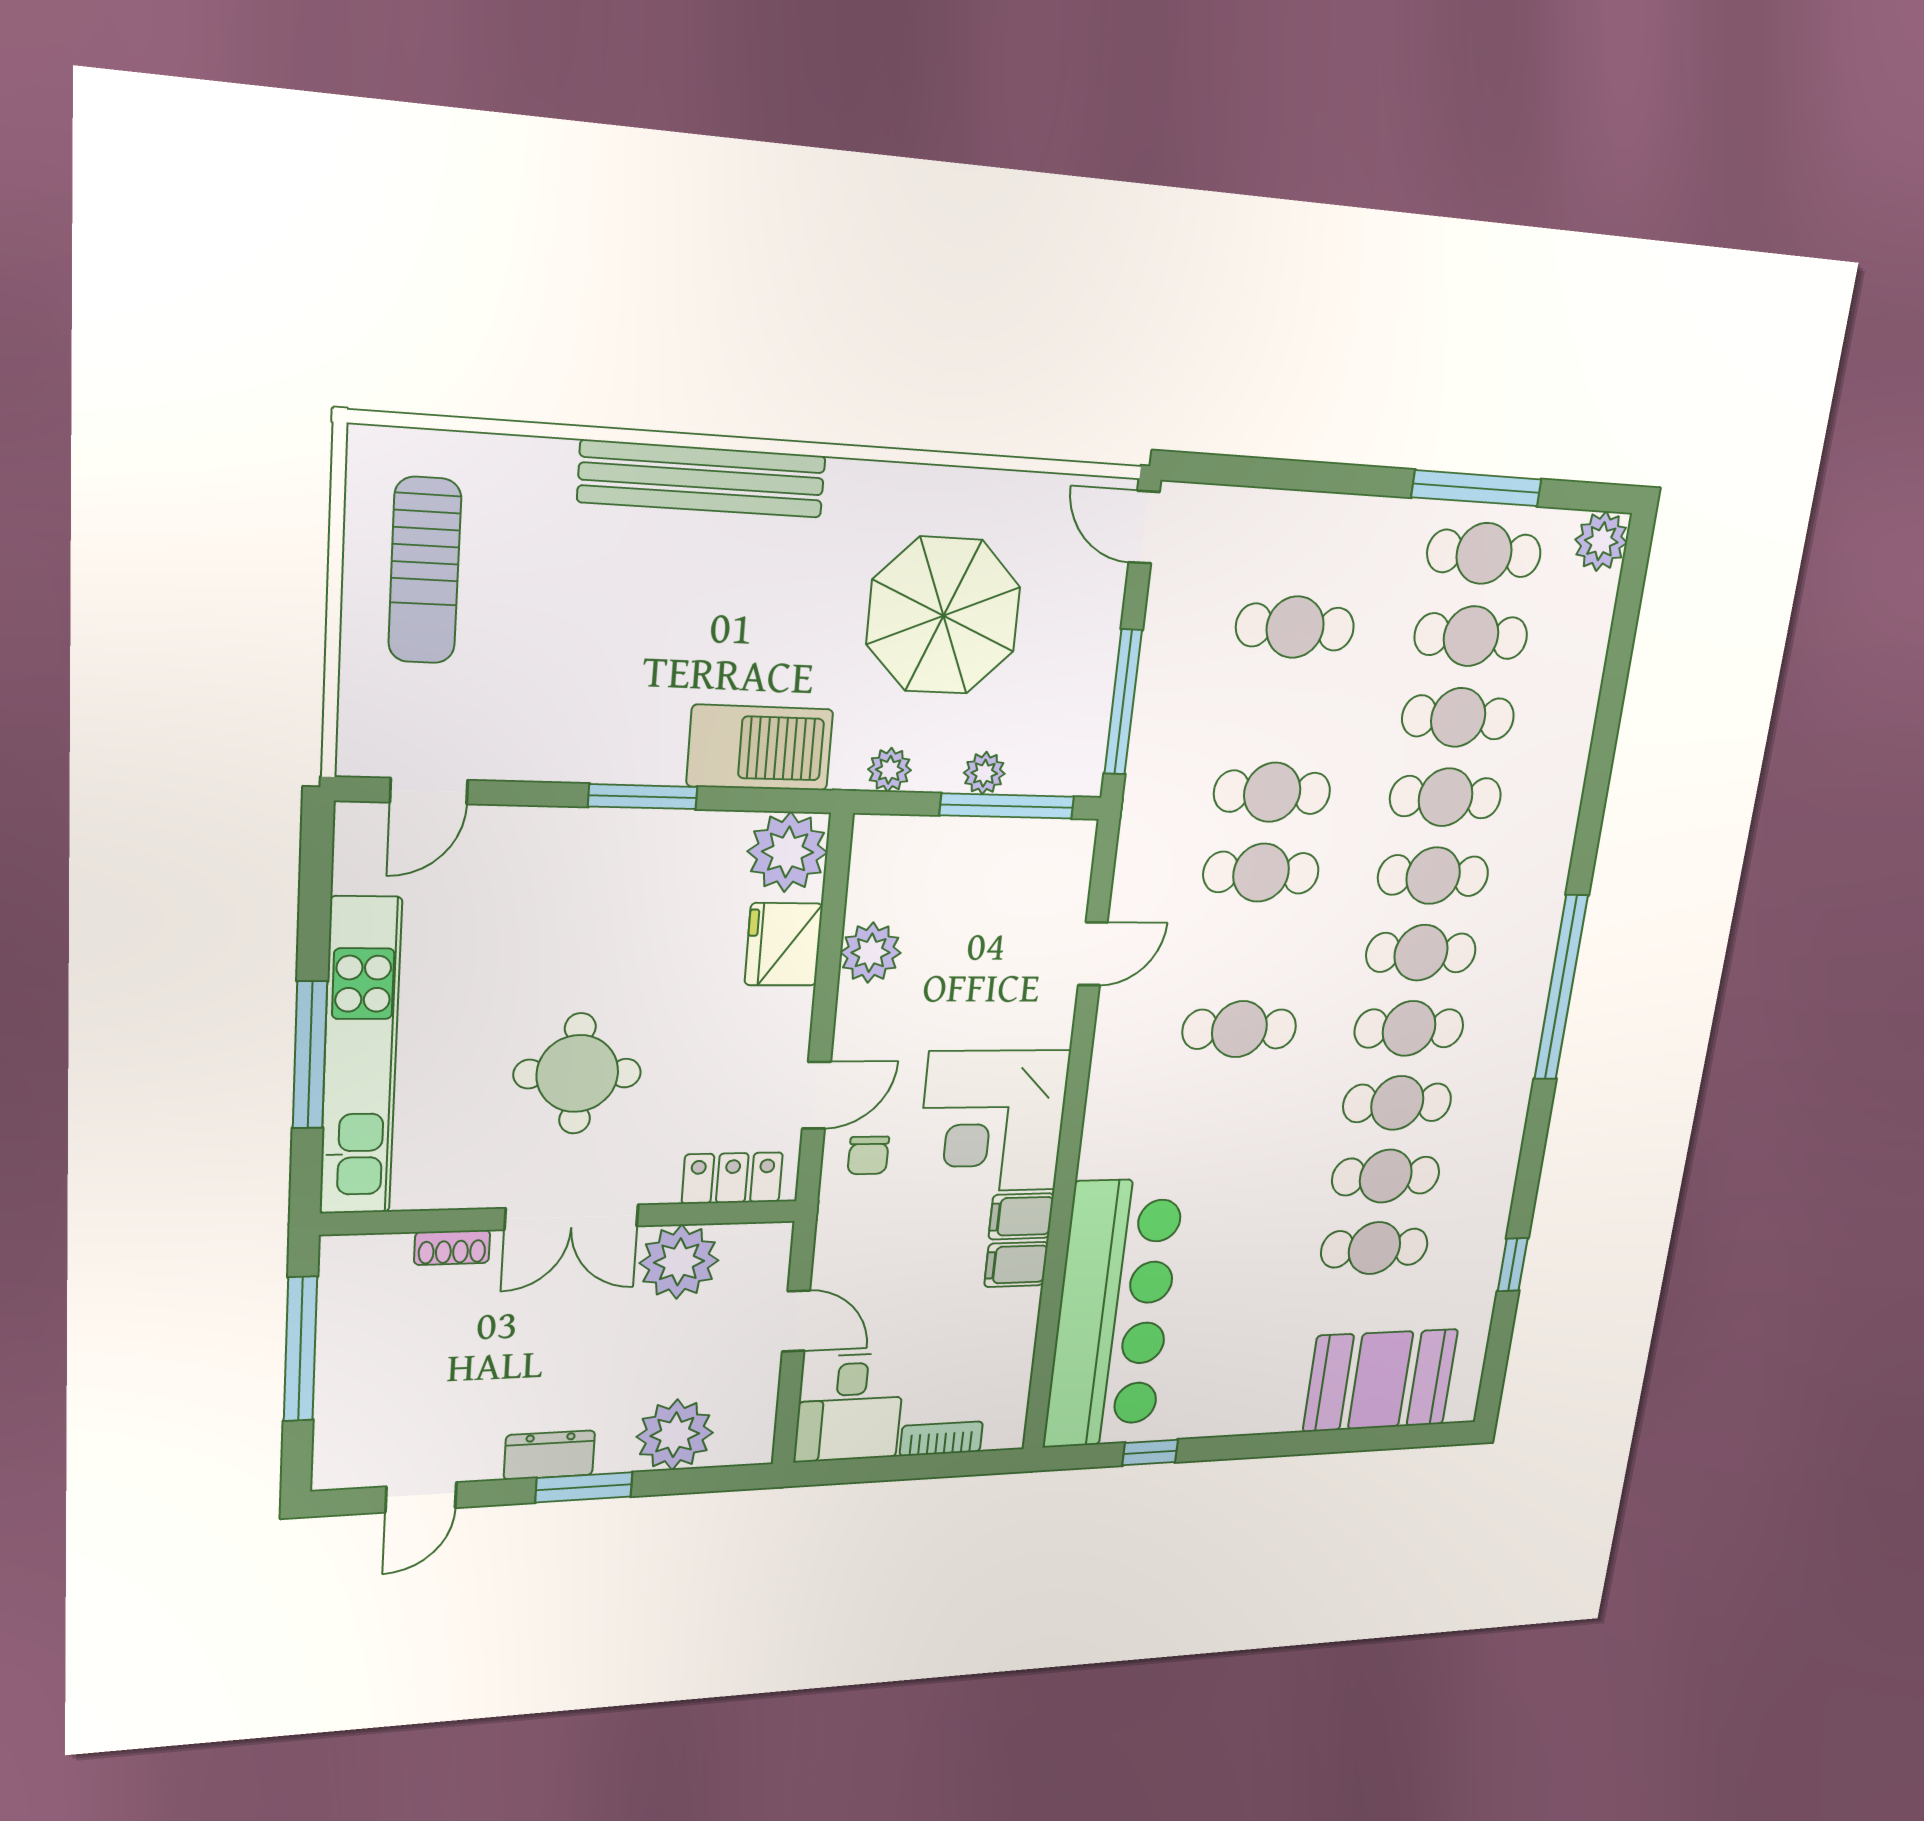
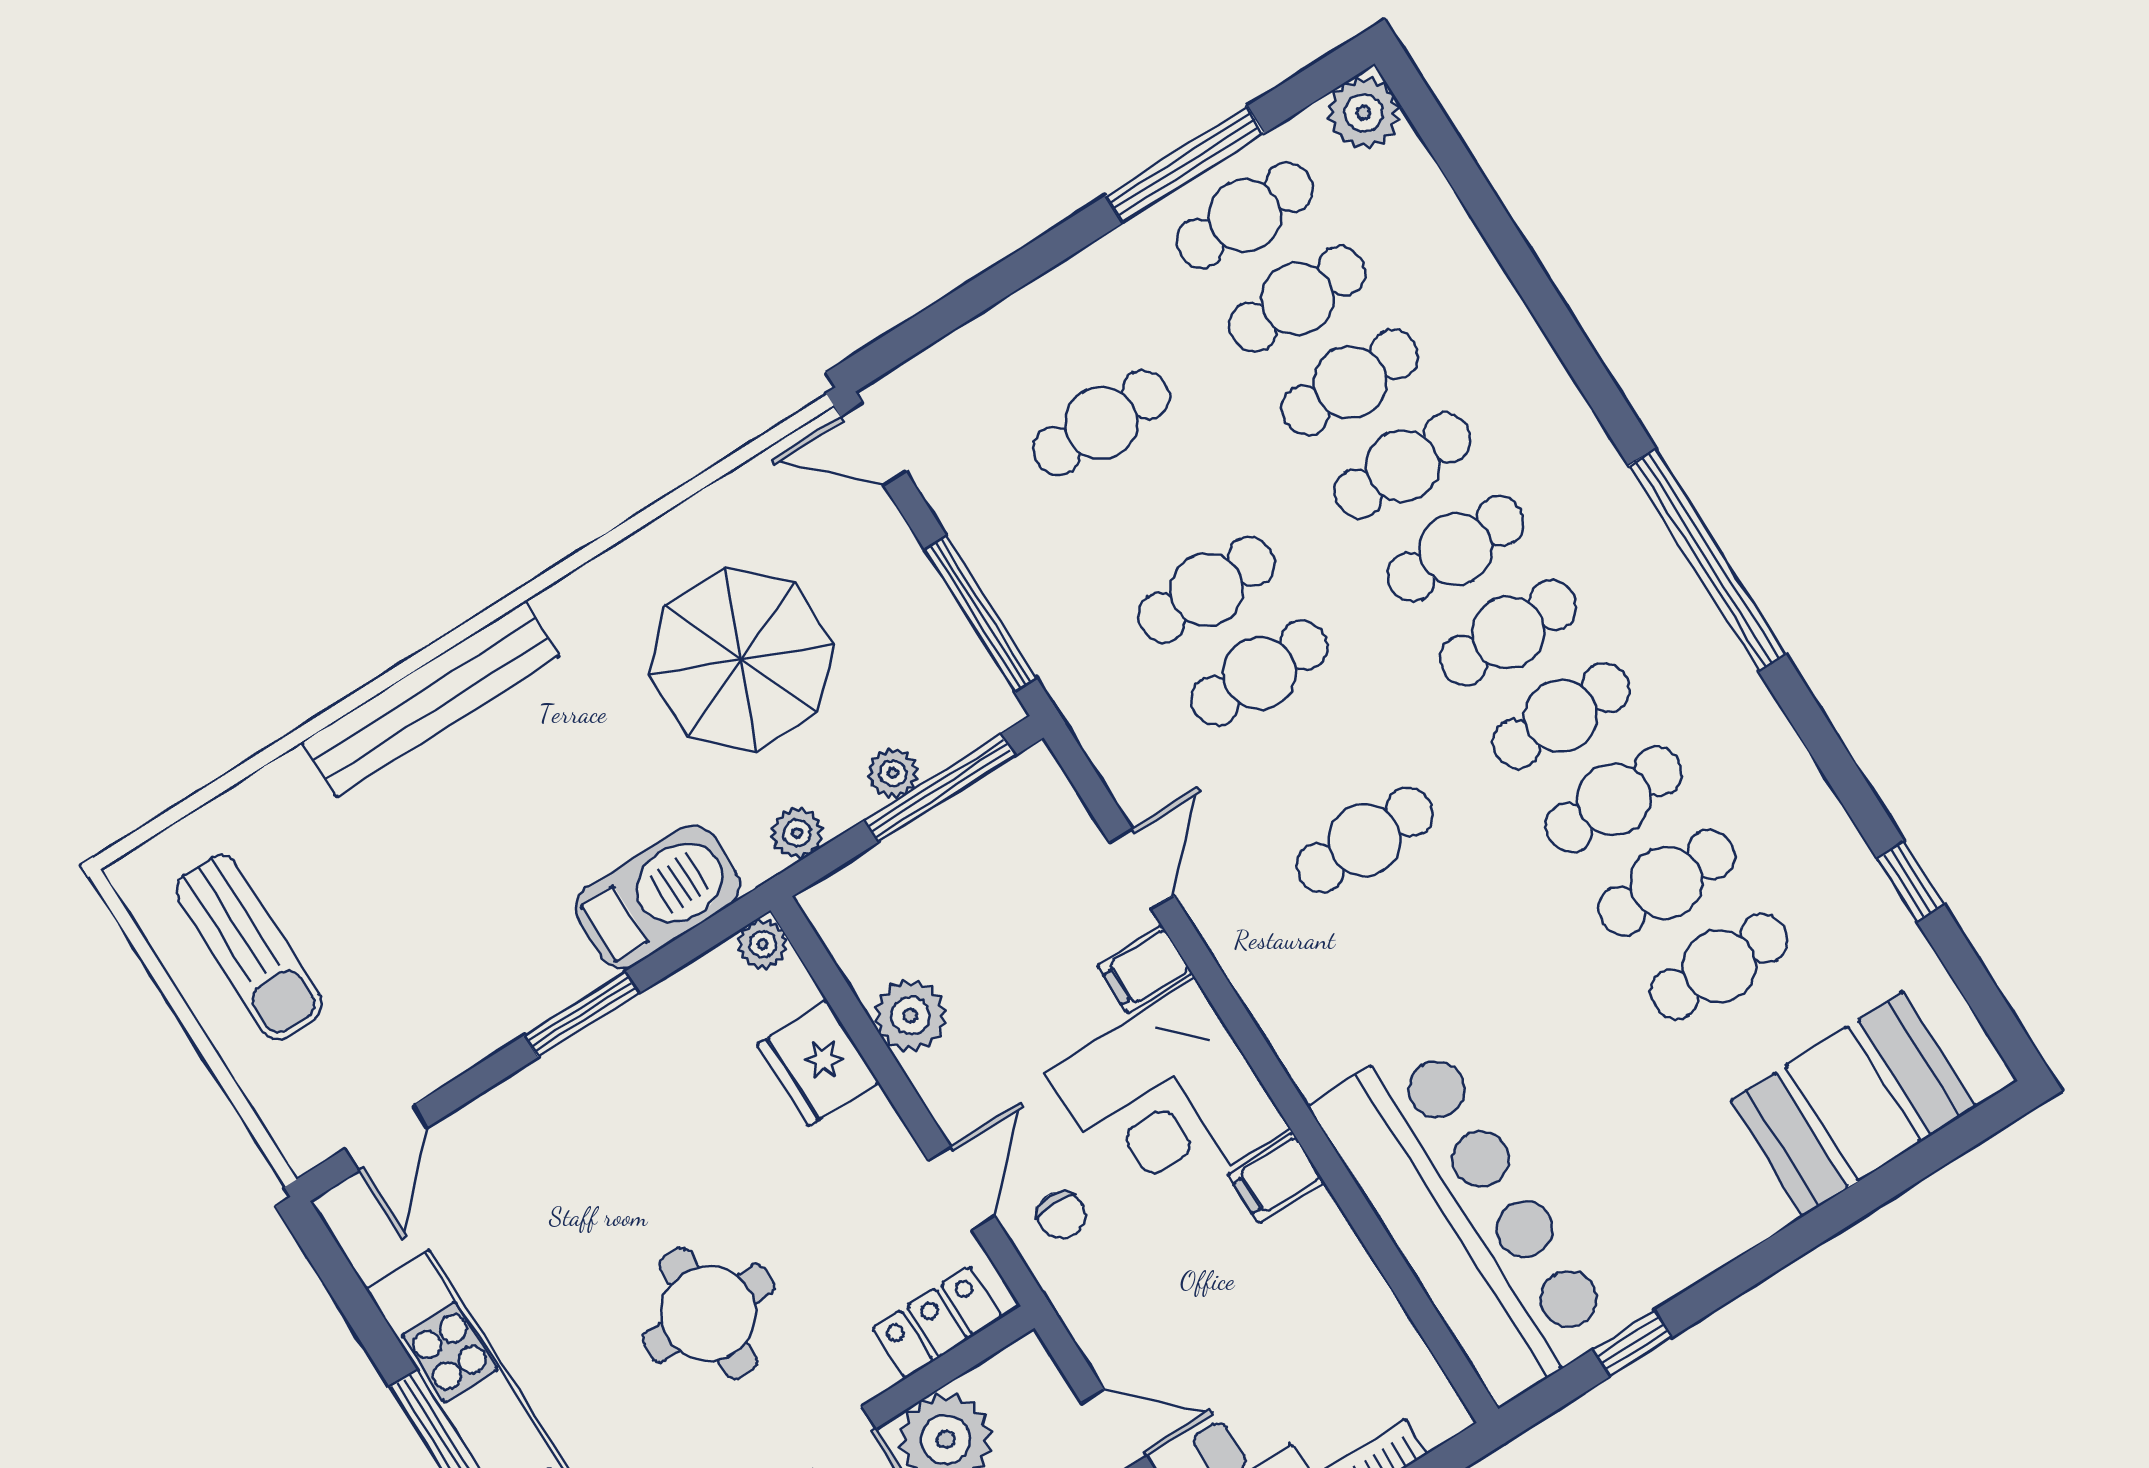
plant: (788, 852) -> (763, 944), width x0.53, depth x0.53
filing cabinet: (1016, 1264) -> (1145, 969), moved

